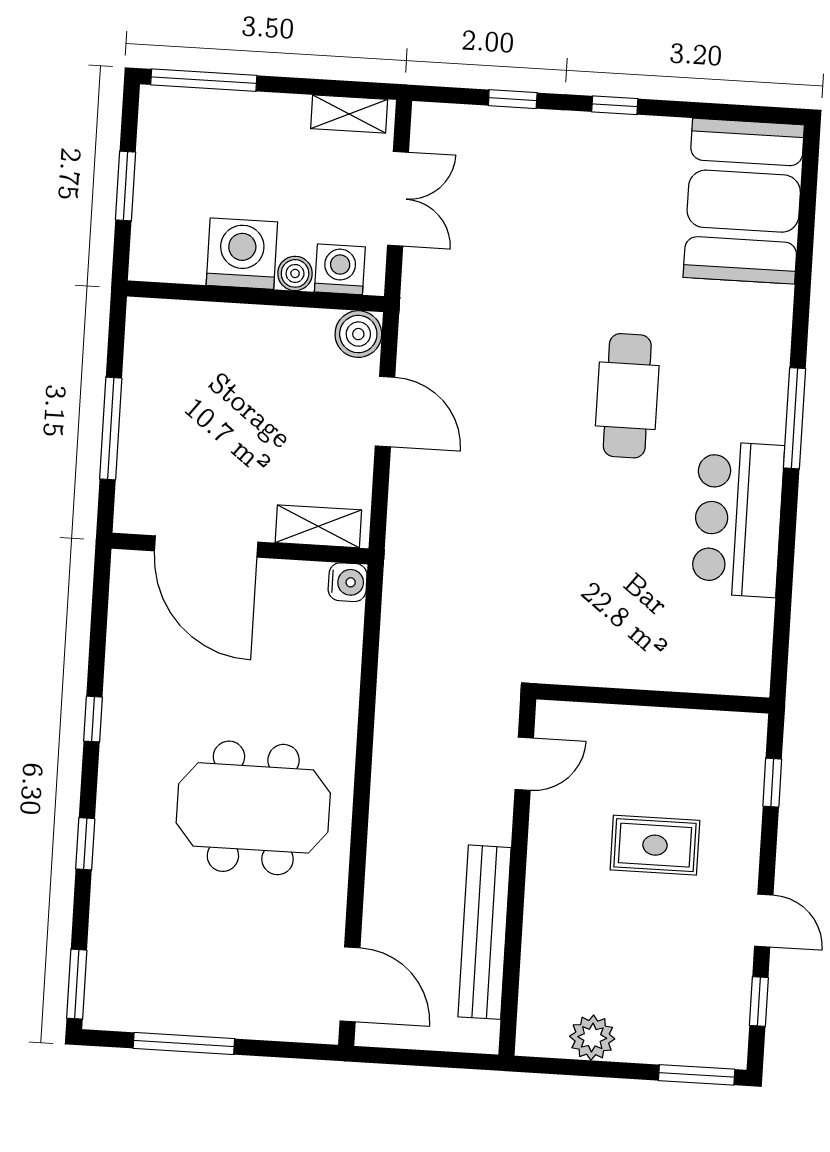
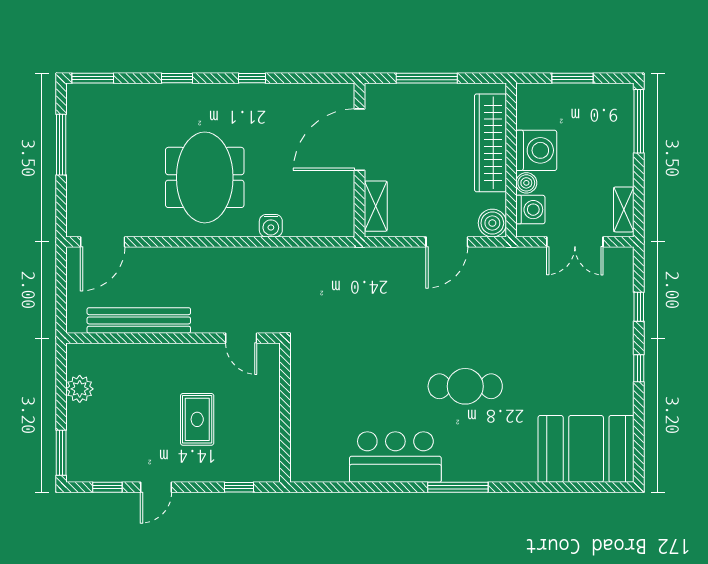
wardrobe: (225, 329) -> (490, 143), added
water cooler: (348, 582) -> (271, 226), moved

